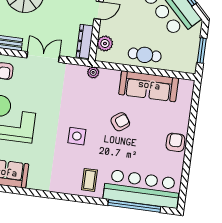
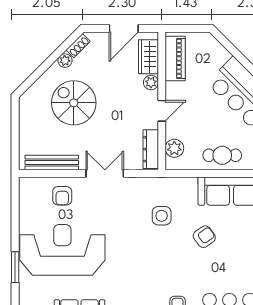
plant: (93, 72) -> (165, 184), removed
side table: (77, 136) -> (162, 216), moved

